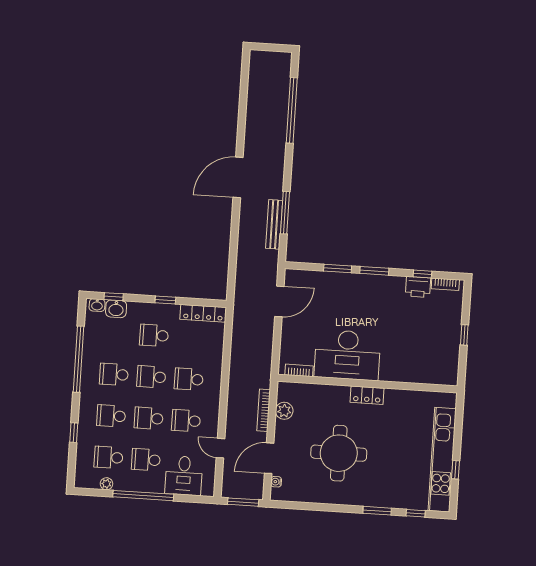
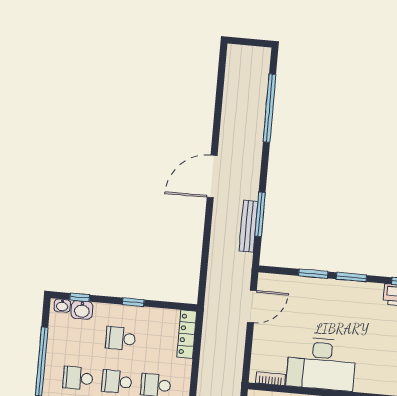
locker: (203, 313) -> (187, 334), moved, turned 90

